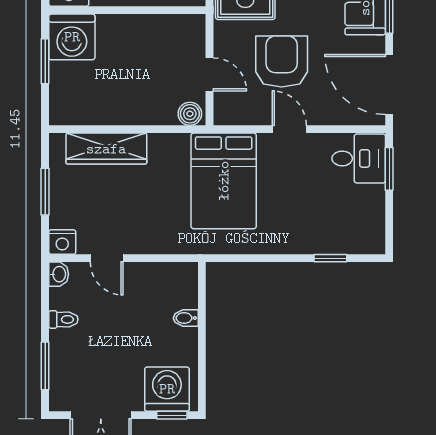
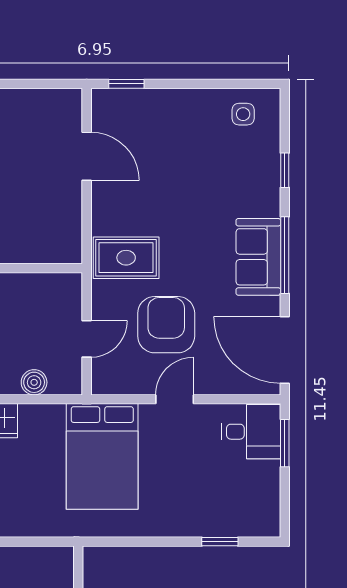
door: (209, 74) -> (87, 339), hinge flipped
boiler: (190, 114) -> (34, 382), moved
door: (289, 129) -> (175, 399), hinge flipped

